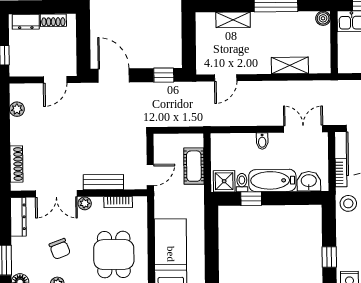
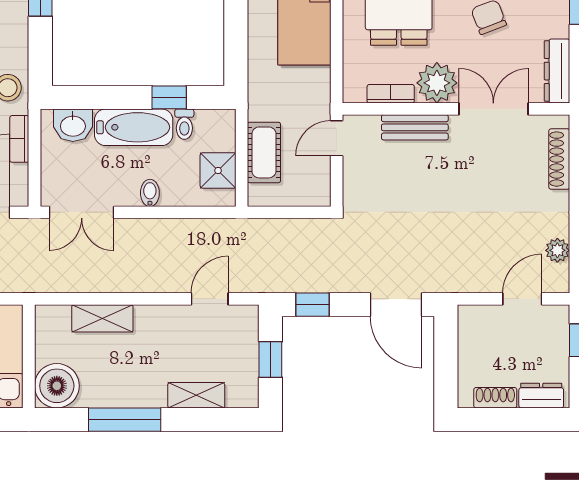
boiler: (323, 18) -> (57, 386), width x1.86, depth x1.86
window: (189, 42) -> (270, 360), added
door: (55, 80) -> (522, 299), moved
shower: (224, 181) -> (218, 171), moved
plant: (85, 203) -> (437, 83), width x1.88, depth x1.88

